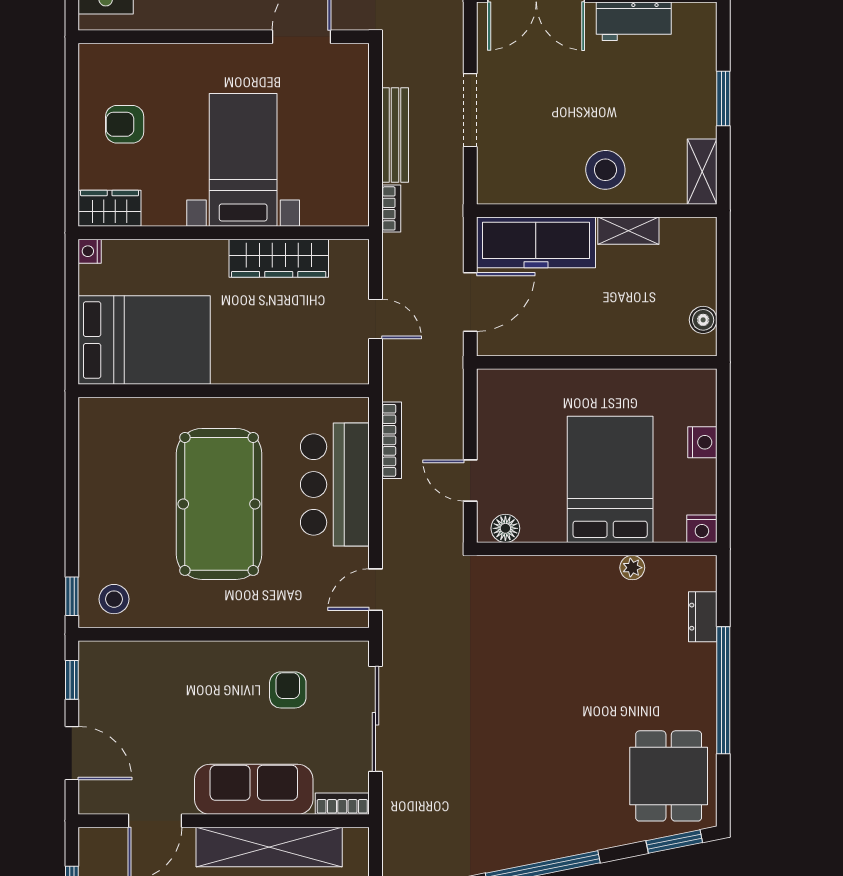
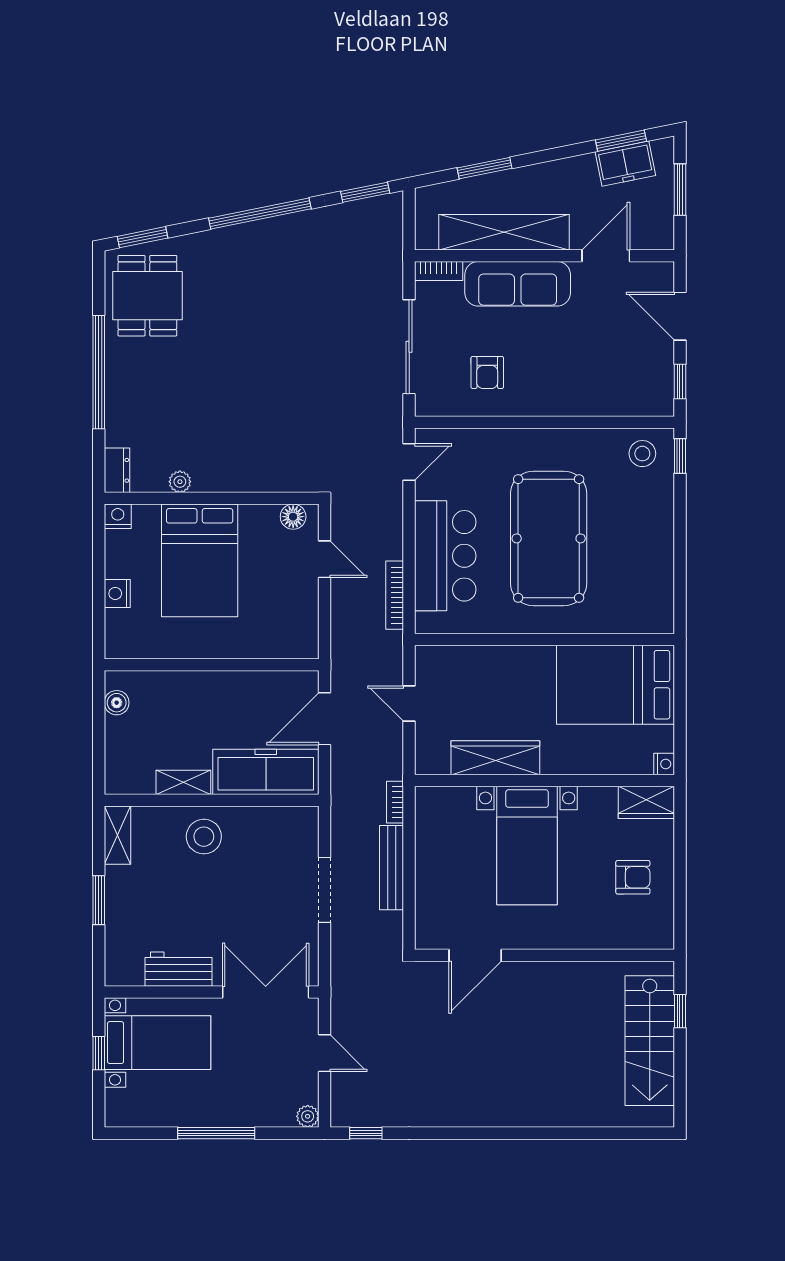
dresser: (703, 617) -> (117, 470), moved

